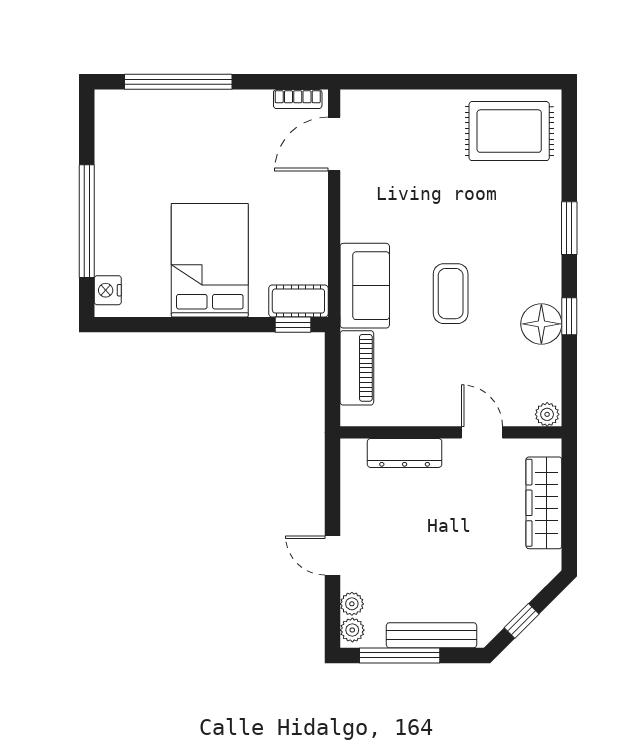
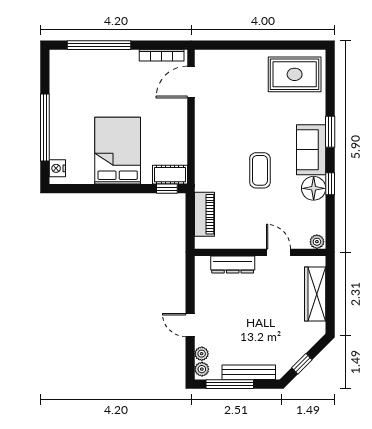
bookcase: (298, 99) -> (162, 55), width x1.56
sofa: (365, 286) -> (311, 150), moved, turned 180

